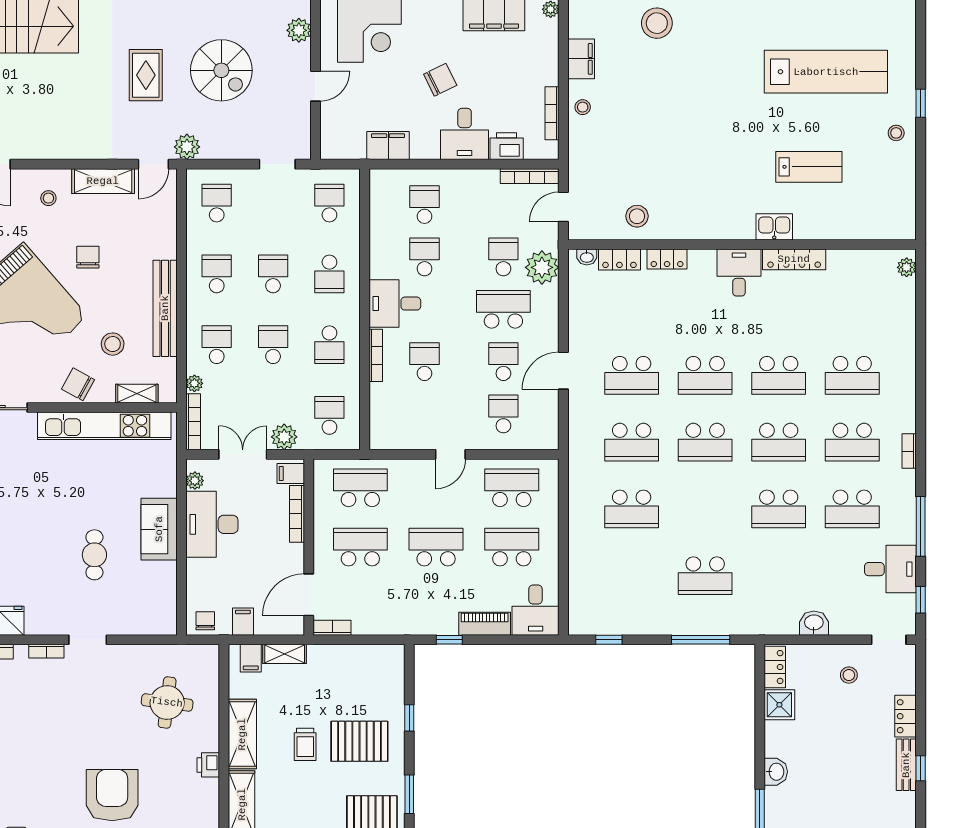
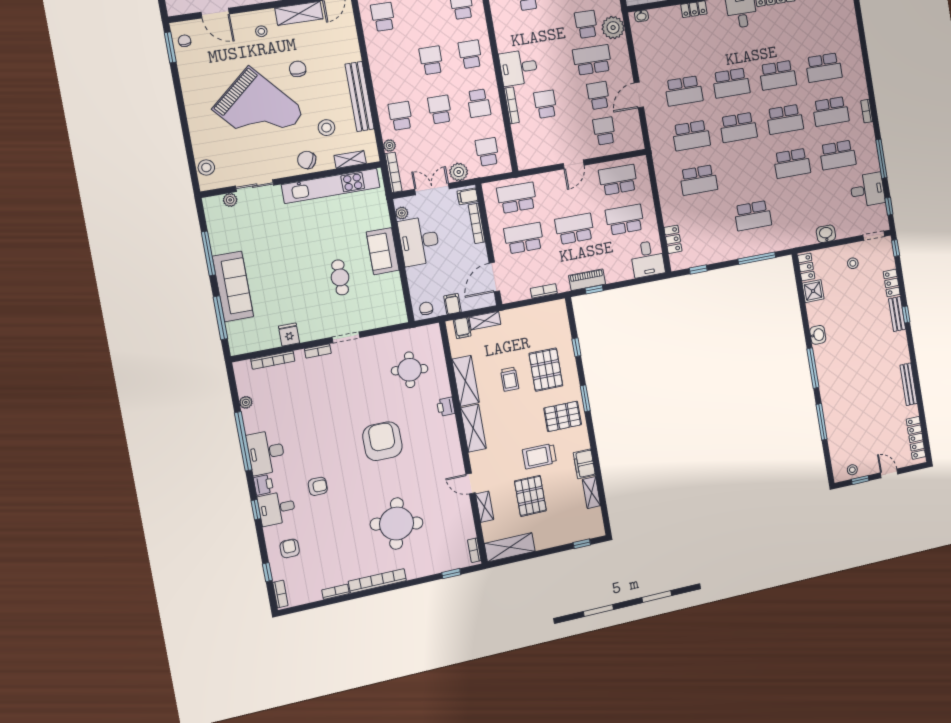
school desk: (424, 257) -> (533, 33), removed
locker: (619, 260) -> (673, 239), moved, turned -90
school desk: (217, 274) -> (392, 67), removed
school desk: (329, 274) -> (470, 54), turned 180
piano: (485, 624) -> (587, 280), moved
bookcase: (332, 628) -> (544, 291), moved
window: (921, 665) -> (896, 248), added
pallet: (359, 741) -> (546, 370), turned 90

